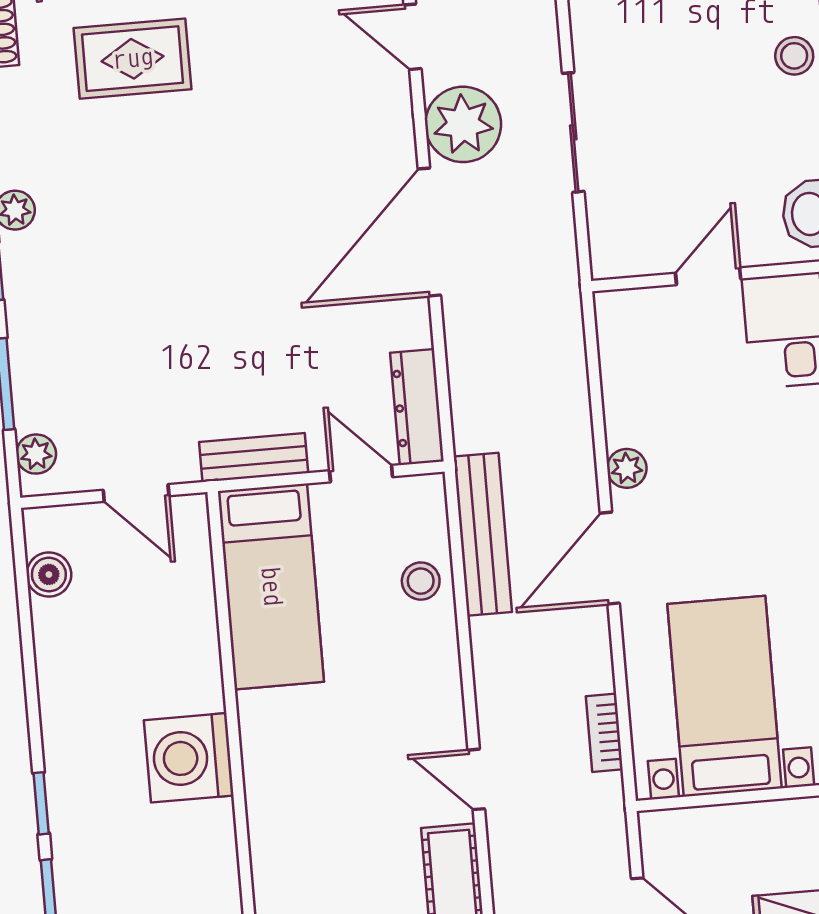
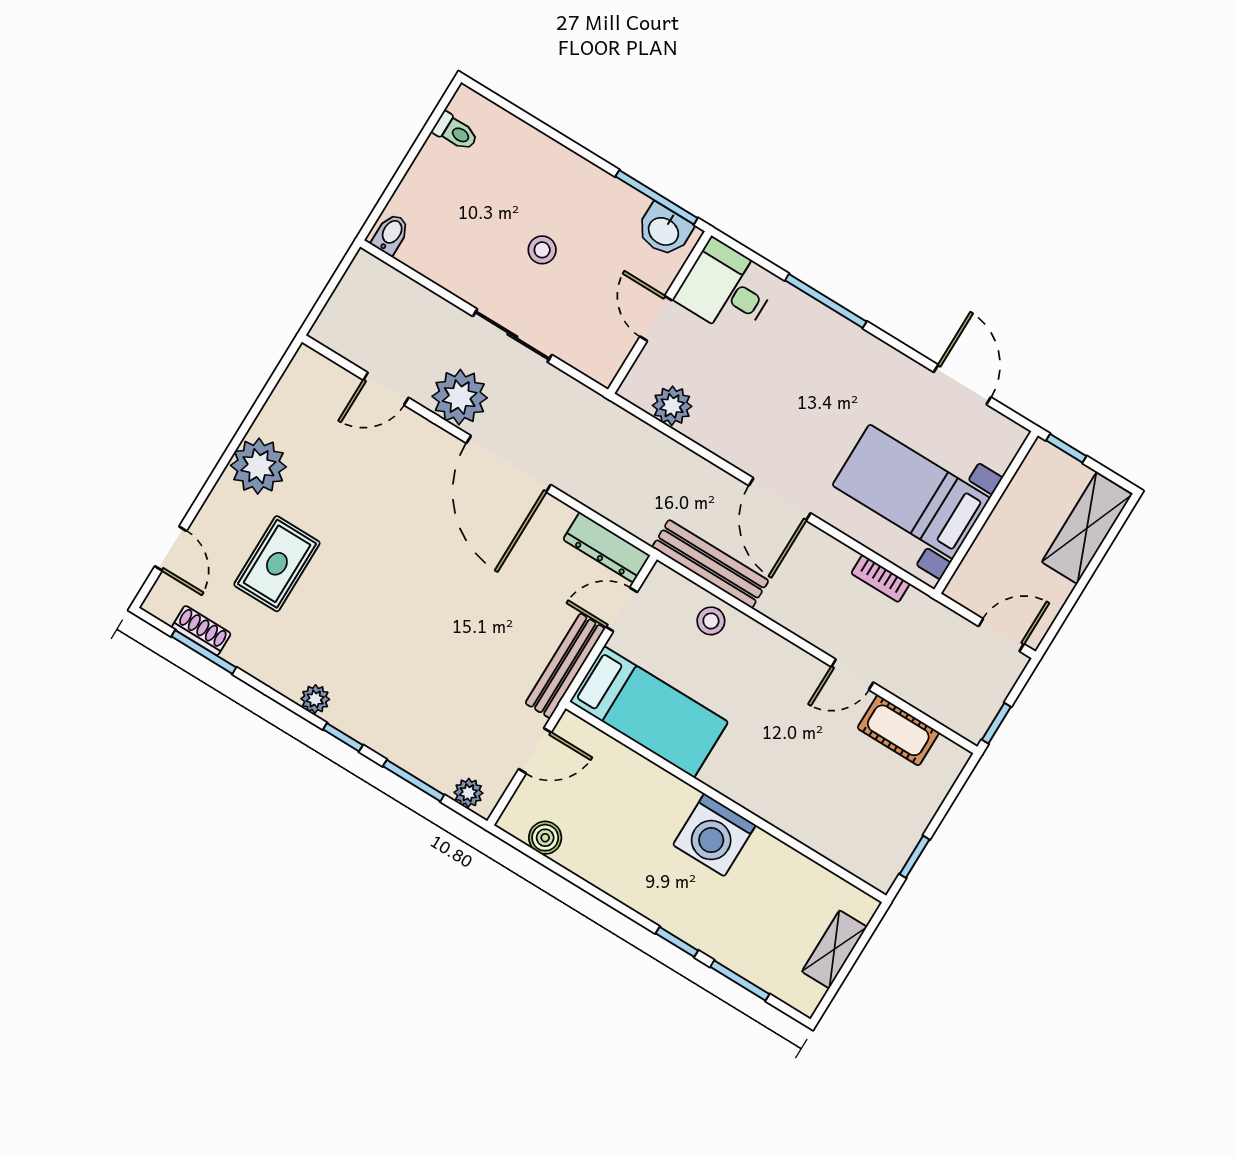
stool: (794, 56) -> (542, 250), moved
bench: (254, 458) -> (565, 666), width x1.36
plant: (627, 468) -> (672, 406), moved, width x1.38, depth x1.38

